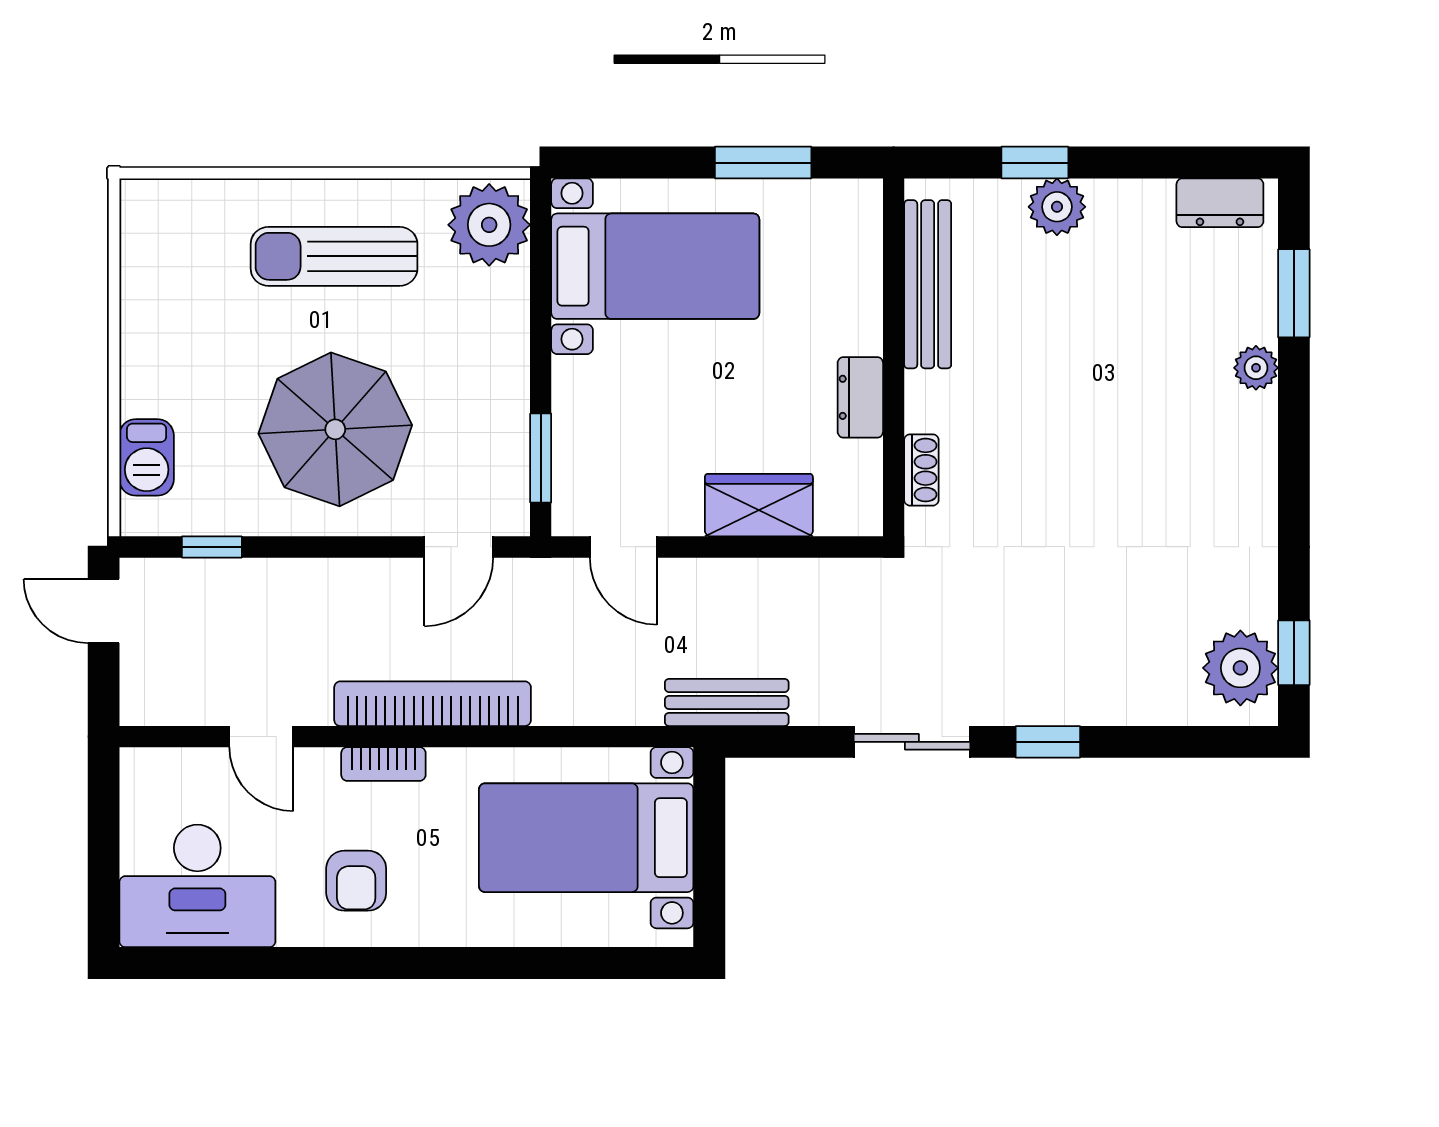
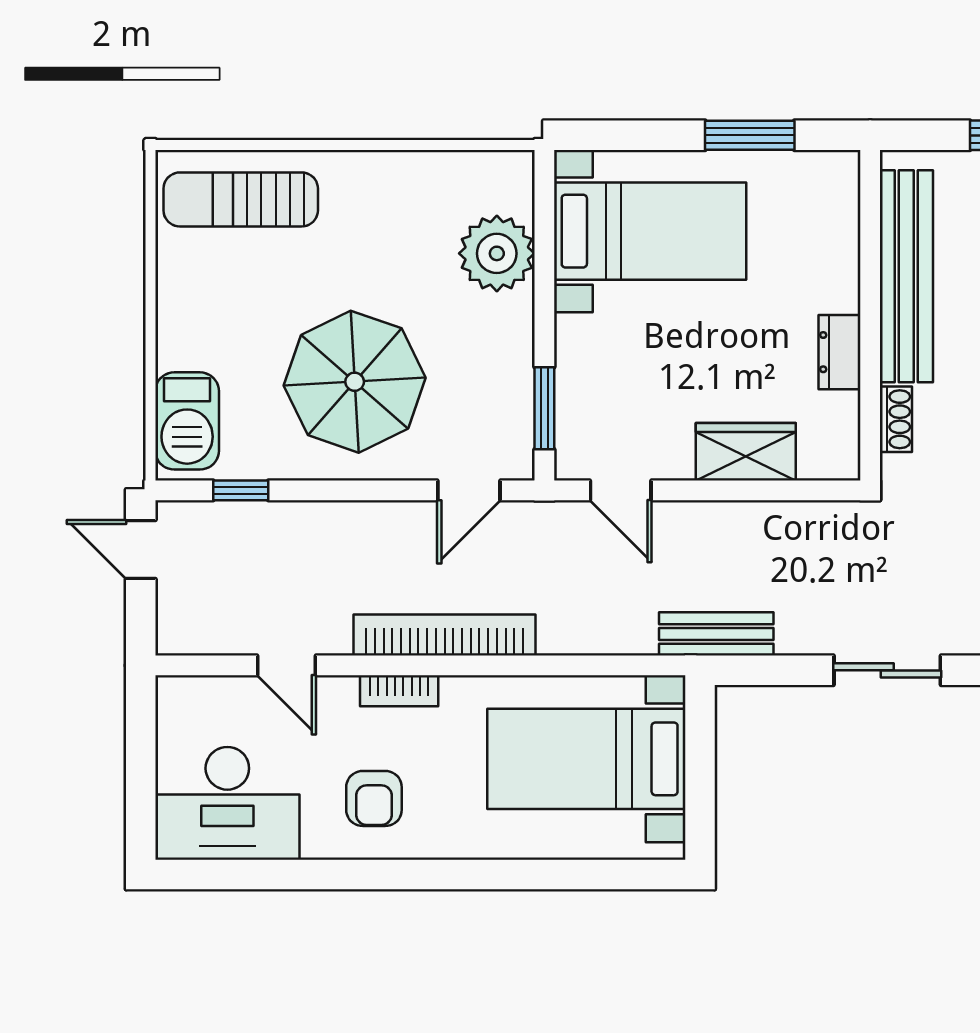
plant: (489, 225) -> (497, 253), moved
sun lounger: (334, 256) -> (241, 199), moved
bench: (928, 284) -> (906, 276), width x1.37, depth x1.21
barbecue: (147, 457) -> (187, 421), width x1.38, depth x1.27

